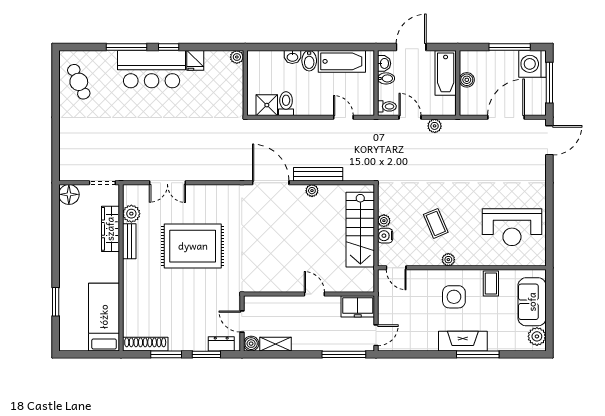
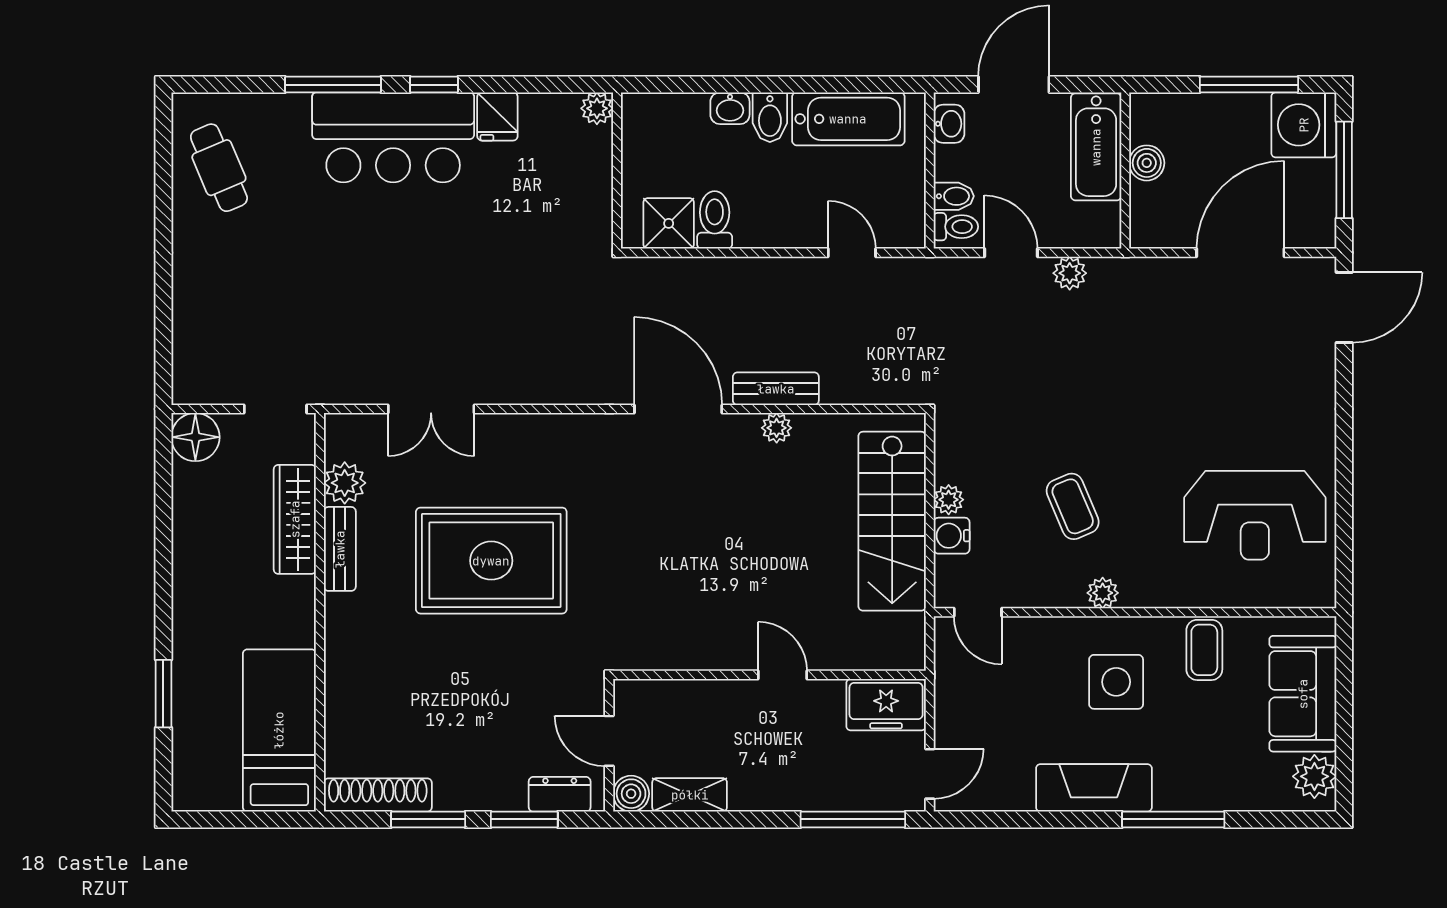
bidet: (386, 78) -> (954, 196), moved
bench: (318, 174) -> (776, 389), width x0.73
fireplace: (463, 341) -> (1094, 788), moved

